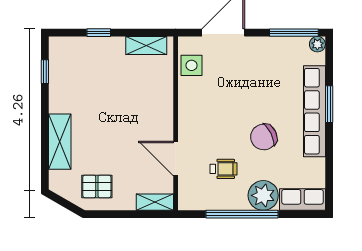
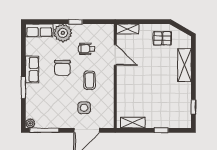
side table: (192, 65) -> (84, 108), moved
row of seats: (314, 111) -> (32, 70), width x0.50
coffee table: (218, 116) -> (90, 80), added
chair: (264, 137) -> (62, 68), turned 116
window: (242, 214) -> (75, 22), width x0.32

